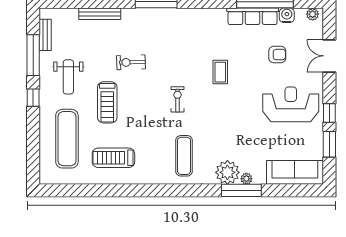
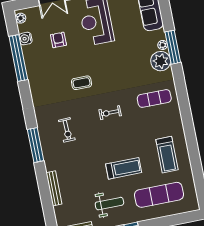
row of seats: (253, 16) -> (32, 66), removed
exercise bike: (131, 62) -> (67, 130), moved

